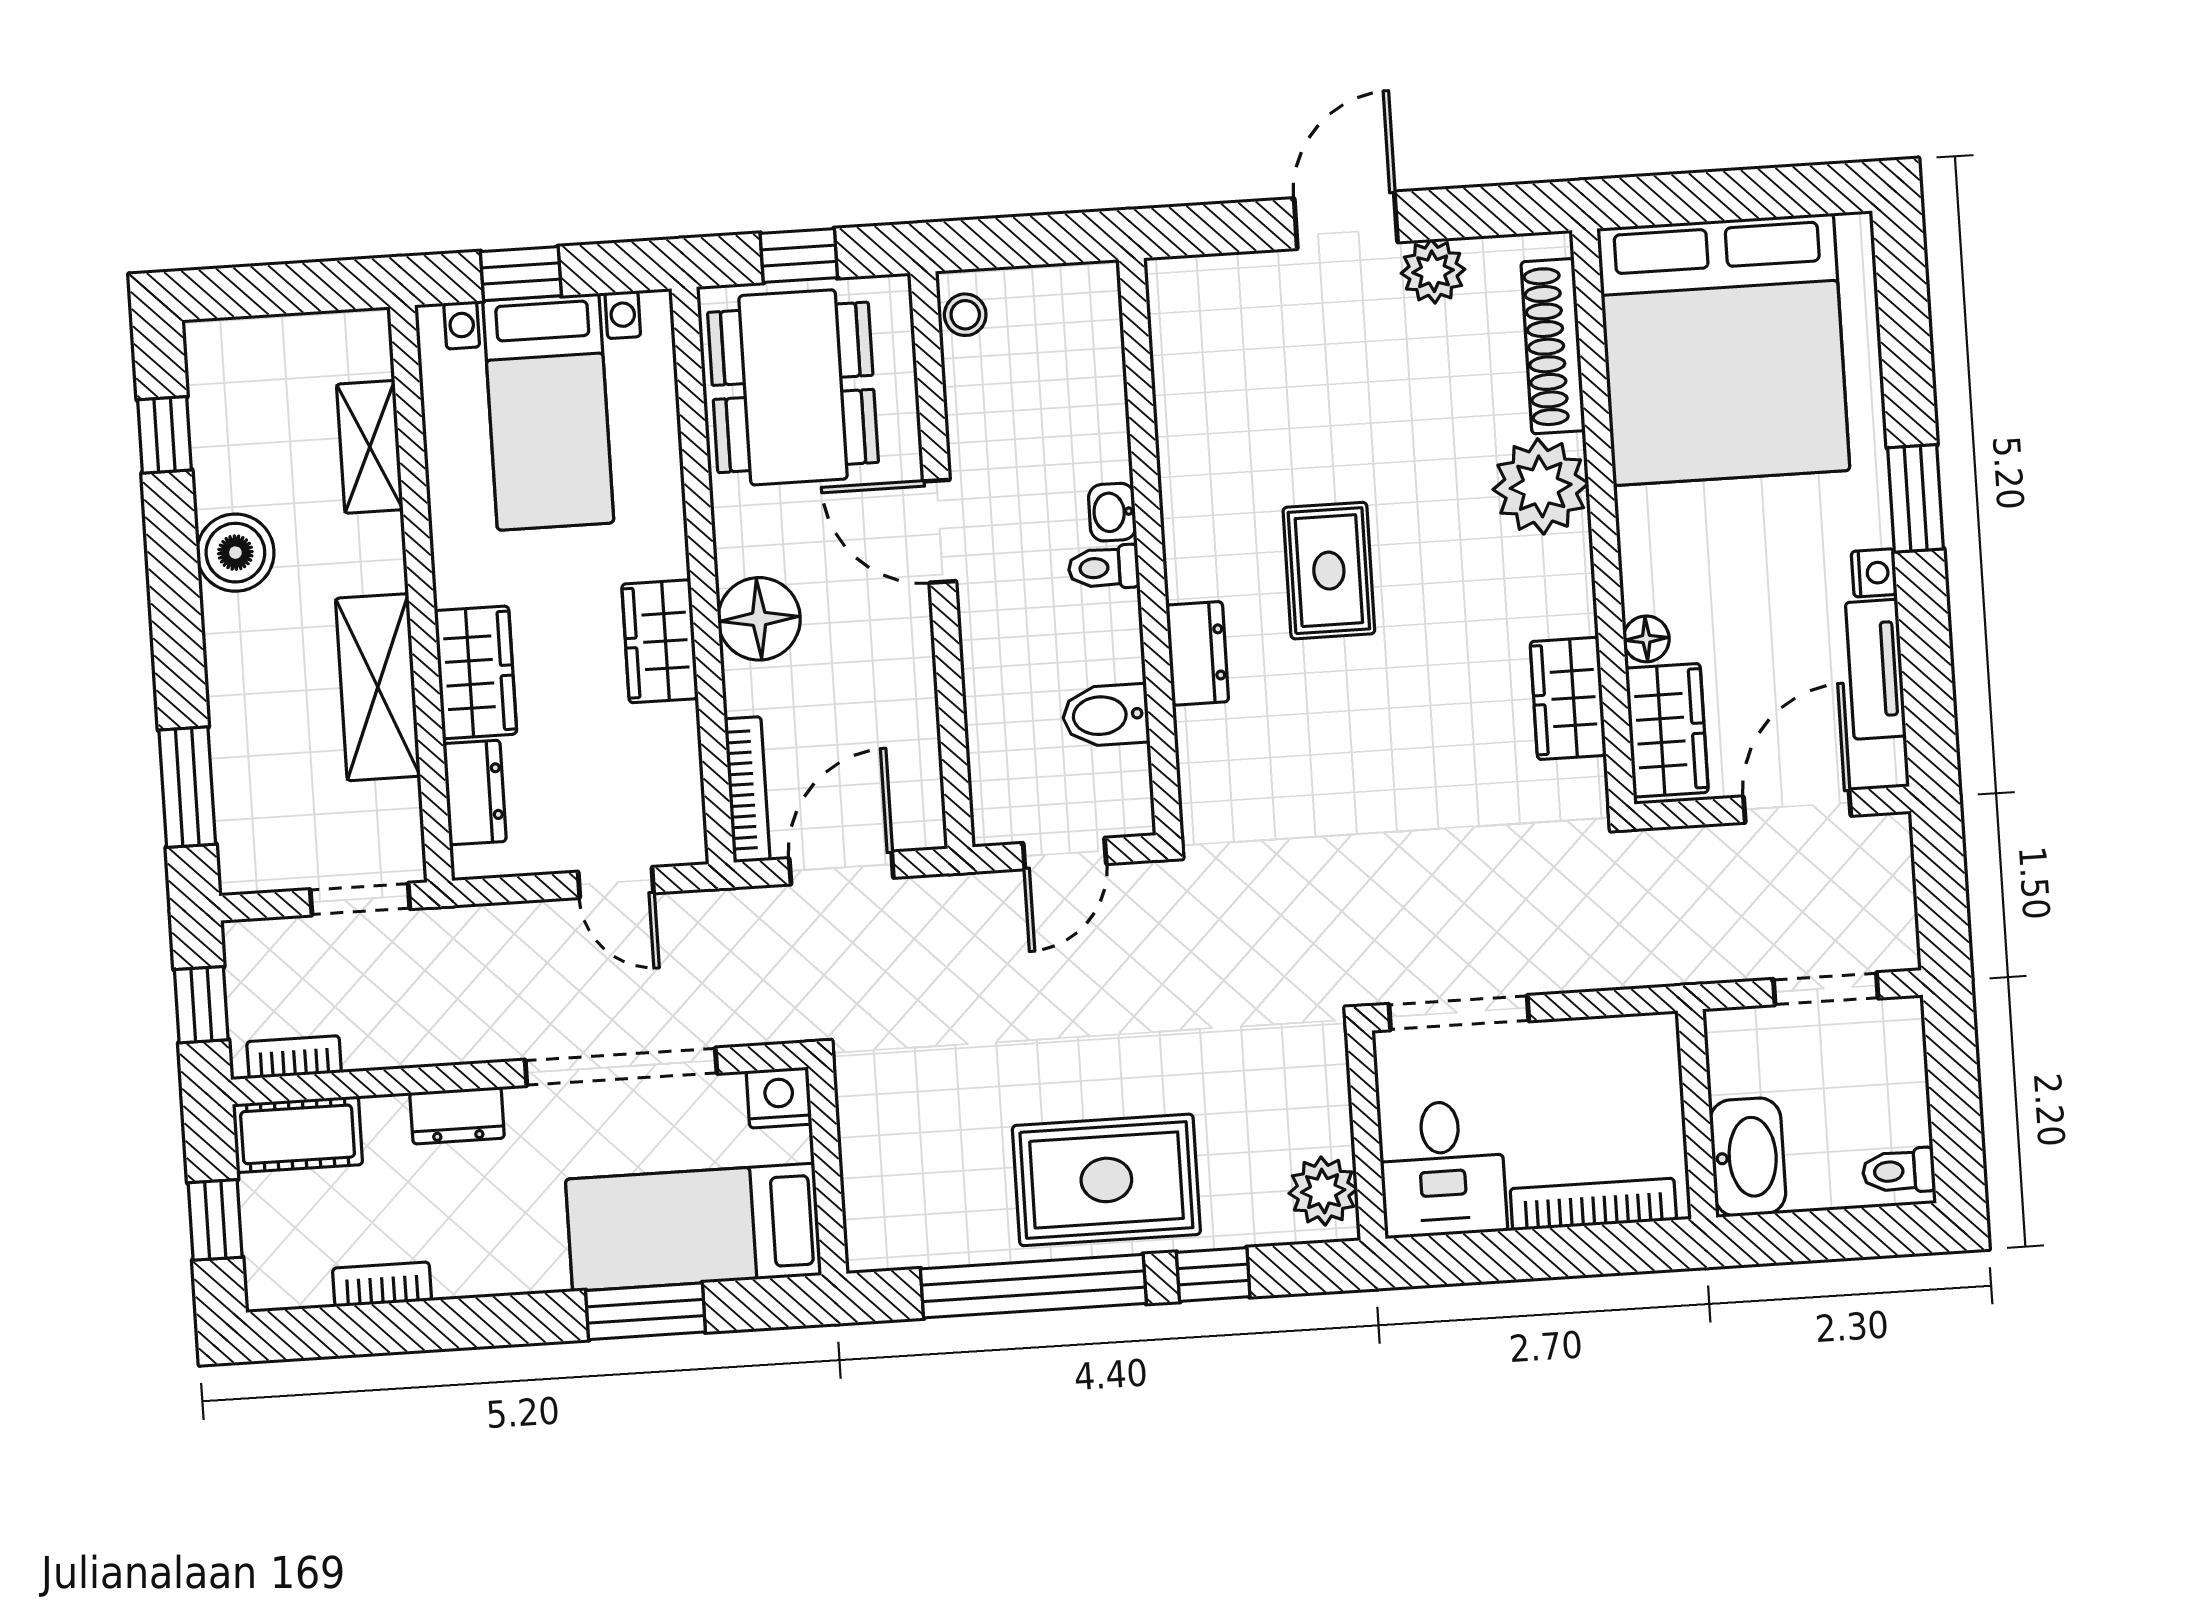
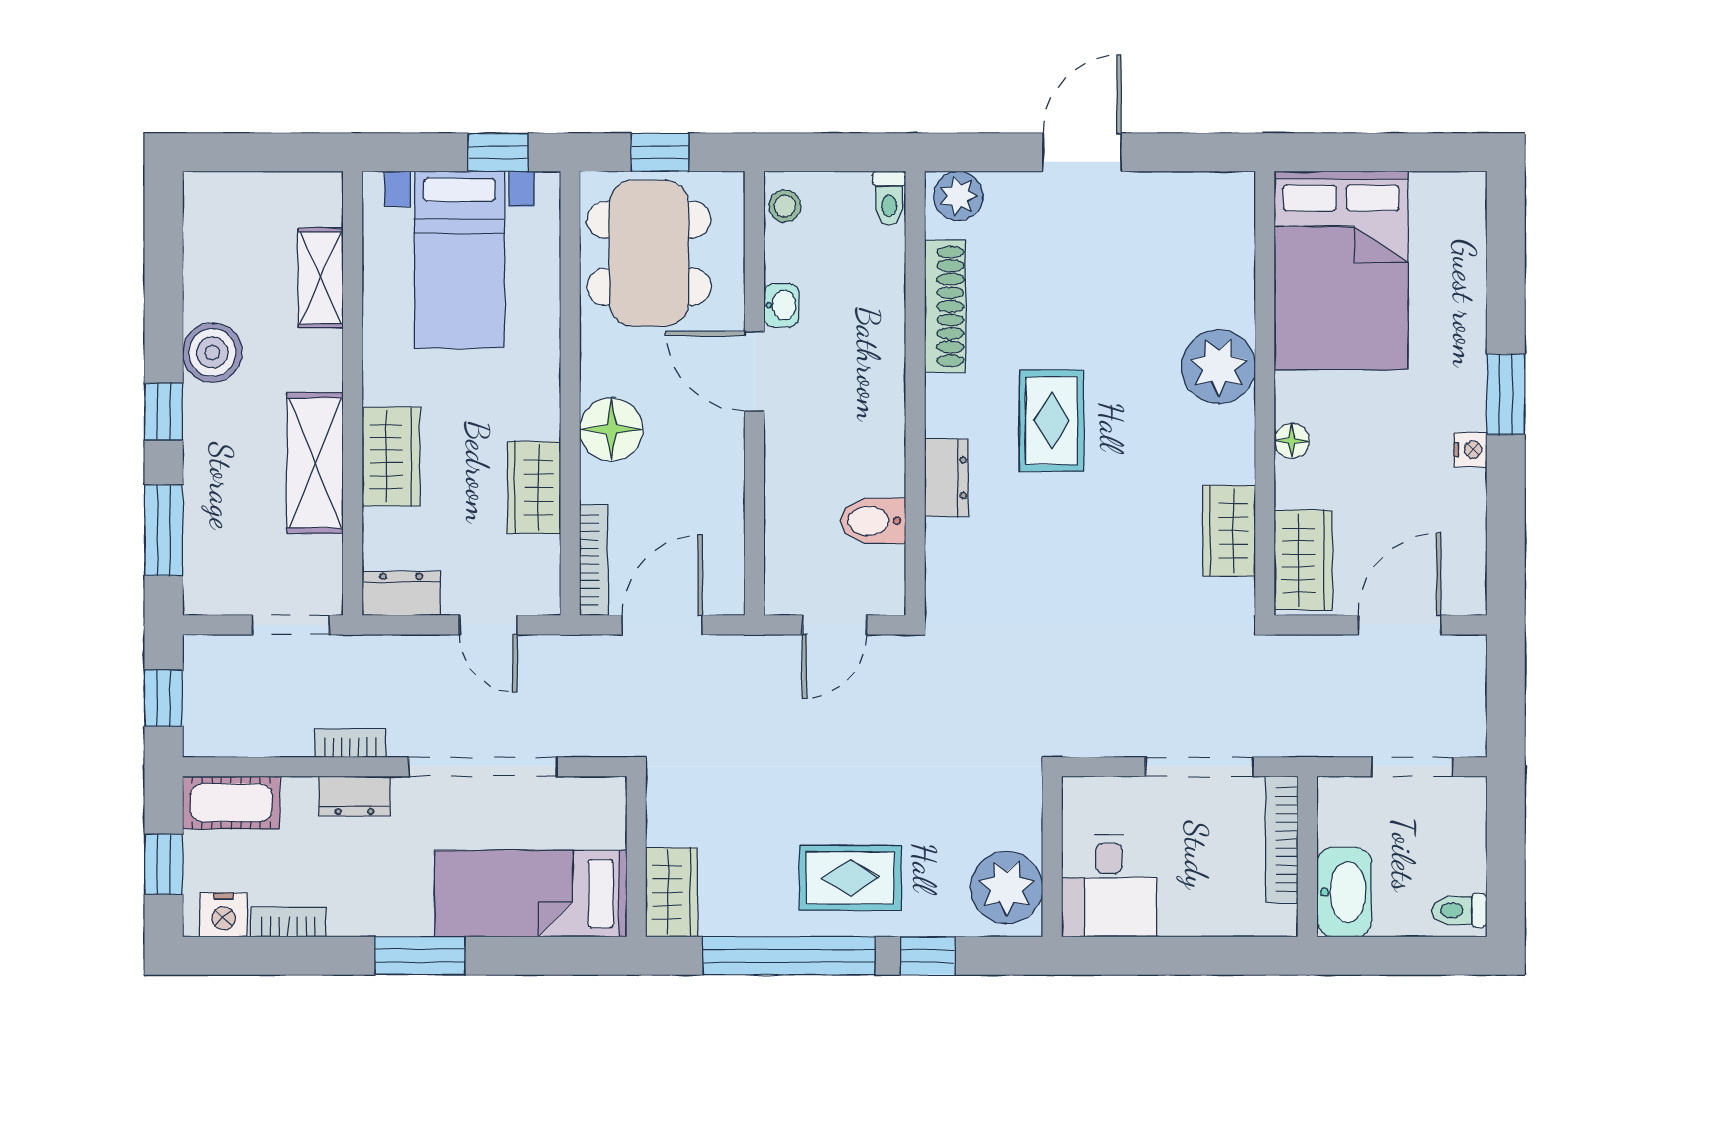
plant: (1433, 271) -> (958, 196), moved
window: (521, 274) -> (498, 152), moved
shoe rack: (1553, 346) -> (945, 306), moved, turned 180
bed: (1723, 349) -> (1341, 270), width x0.73
window: (164, 435) -> (164, 412), moved
washbasin: (1112, 512) -> (781, 305), moved, turned 180
toilet: (1104, 567) -> (889, 198), moved, turned -90
floor lamp: (1646, 639) -> (1292, 441), moved
wardrobe: (660, 641) -> (534, 488), moved
tv unit: (1876, 669) -> (1467, 524), removed
dresser: (475, 793) -> (401, 594), moved, turned -90
doorway: (1459, 1013) -> (1199, 767), moved
bookcase: (294, 1057) -> (350, 743), moved
nightstand: (779, 1098) -> (224, 915), moved, turned 180
rug: (1106, 1180) -> (850, 878), width x0.73, depth x0.70
plant: (1323, 1191) -> (1007, 887), width x1.36, depth x1.36
bookcase: (1593, 1204) -> (1282, 839), moved, turned -90
wardrobe: (876, 1214) -> (672, 892), added
window: (645, 1311) -> (420, 956), moved

